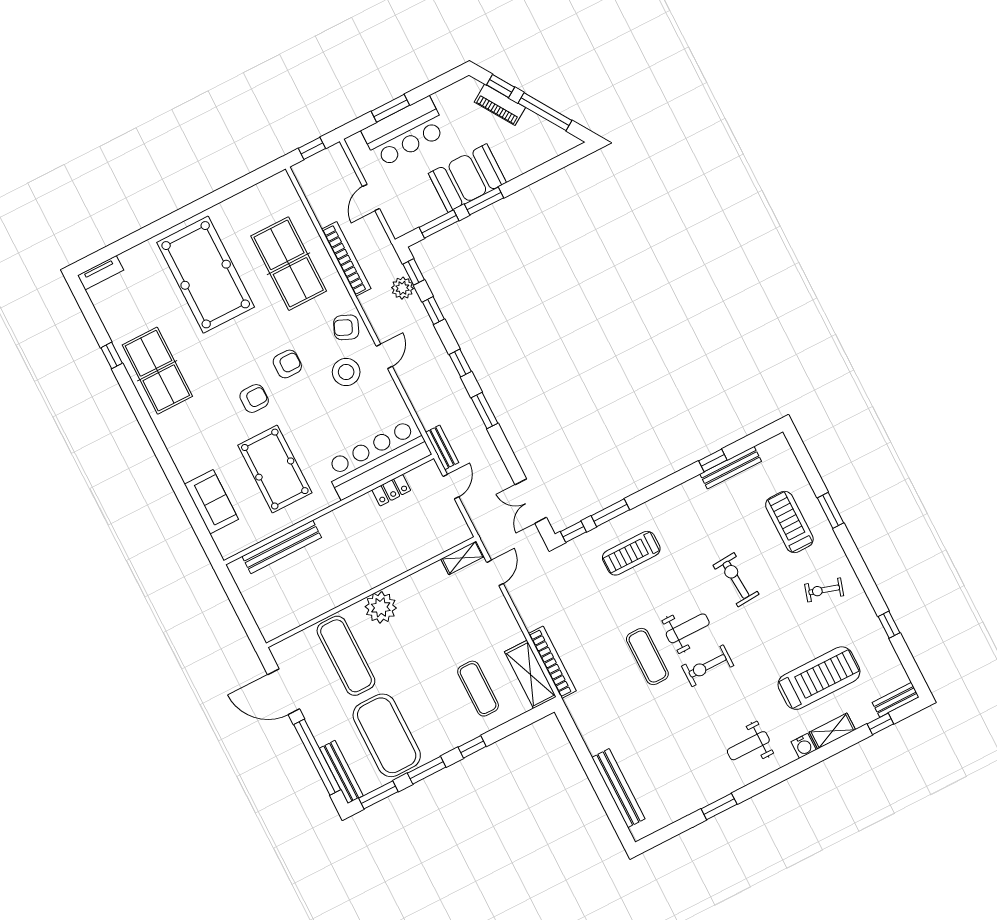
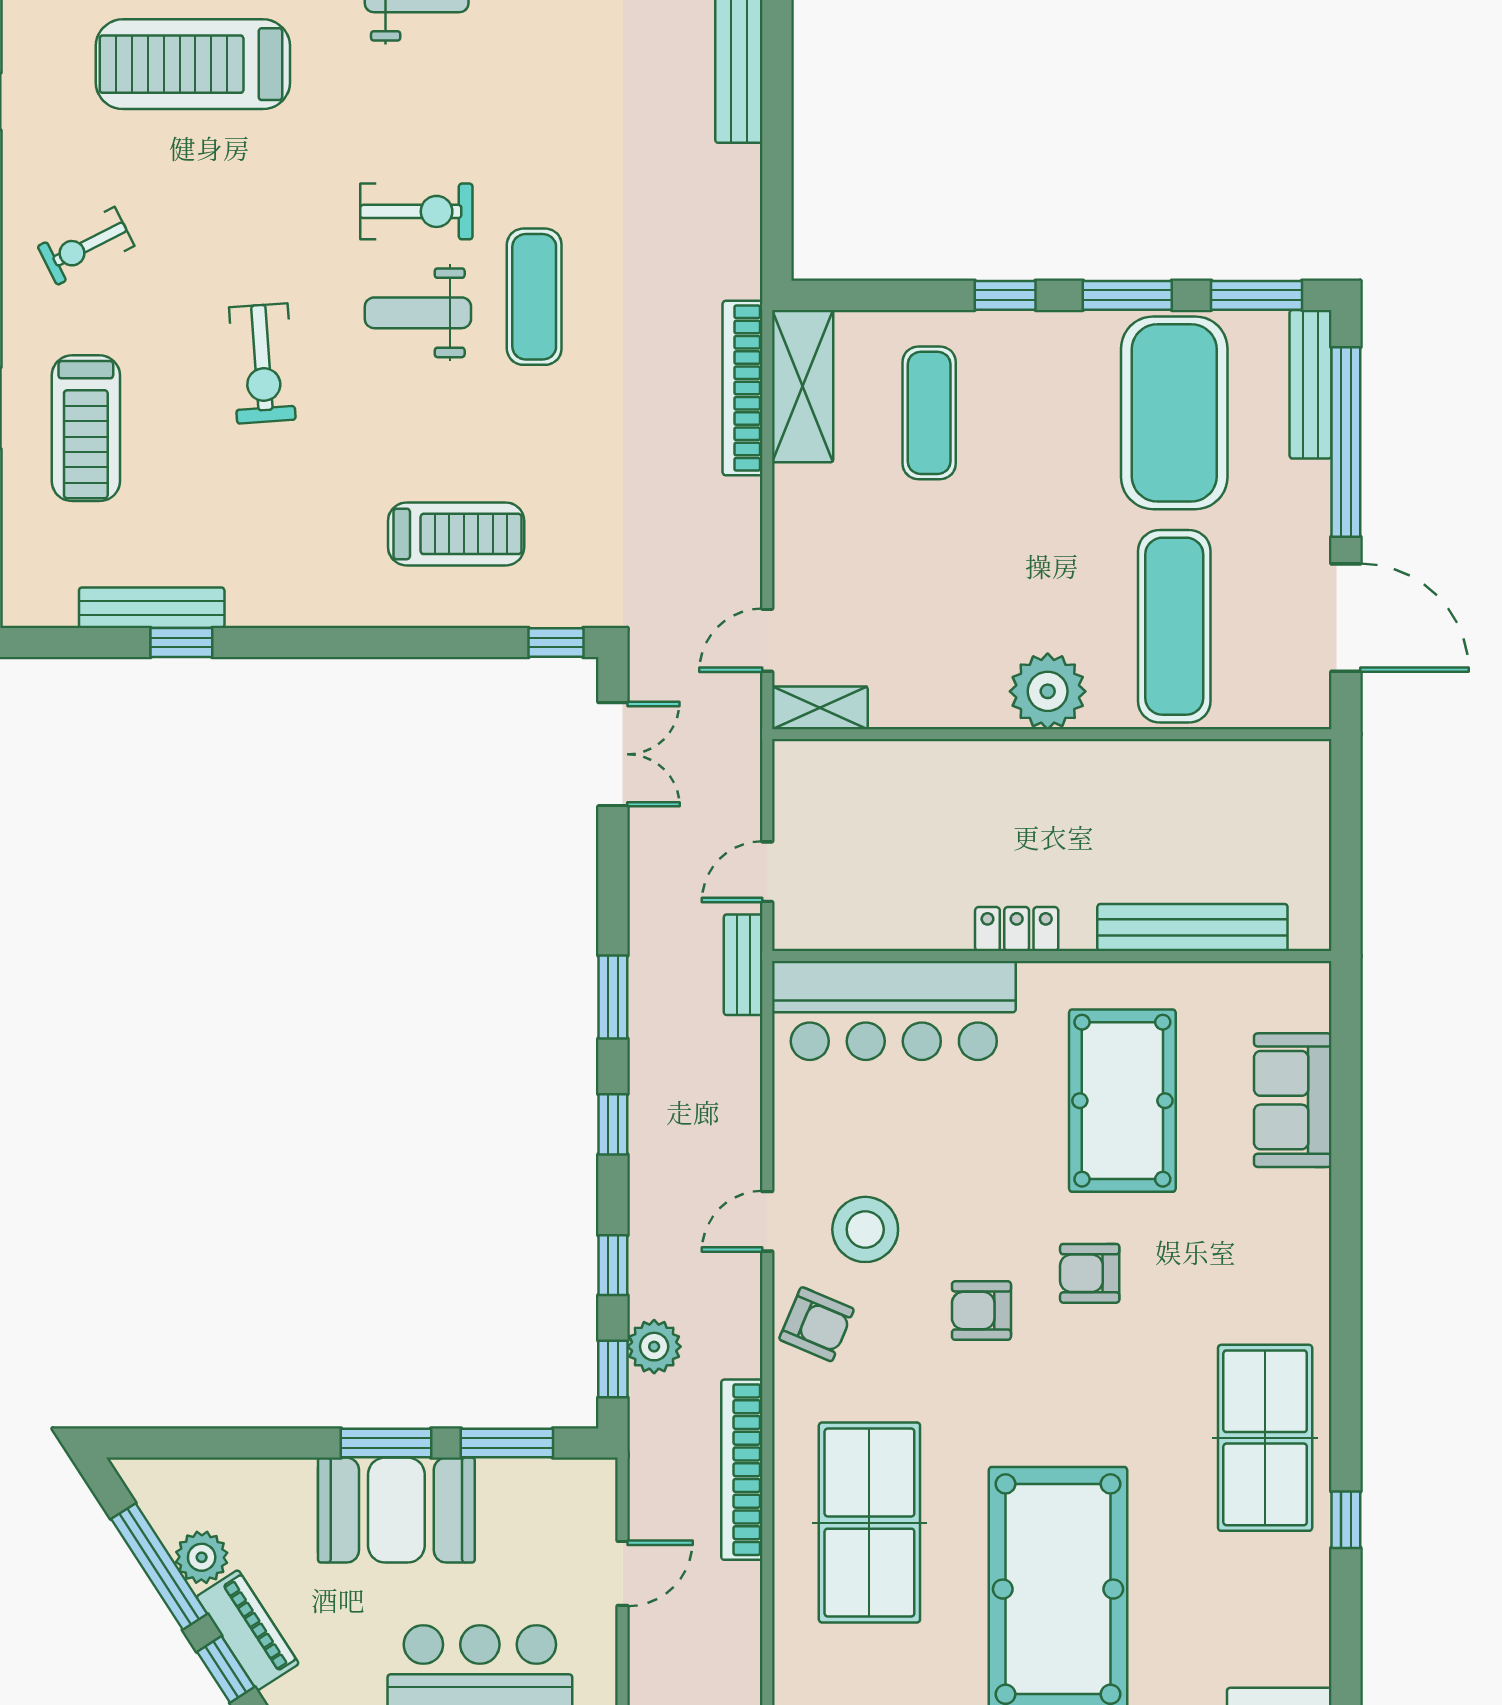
plant: (531, 123) -> (202, 1557), added
locker: (391, 490) -> (1017, 929), moved
window: (610, 513) -> (456, 643), removed
exercise bike: (824, 590) -> (86, 246), turned 136

